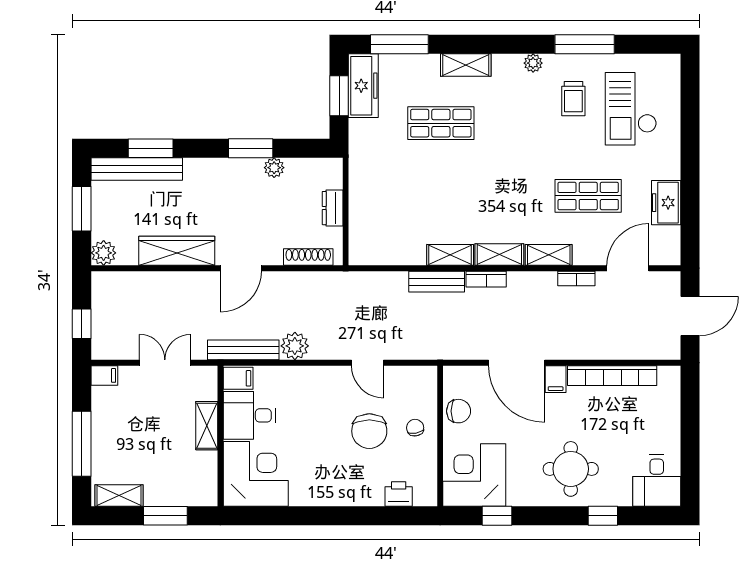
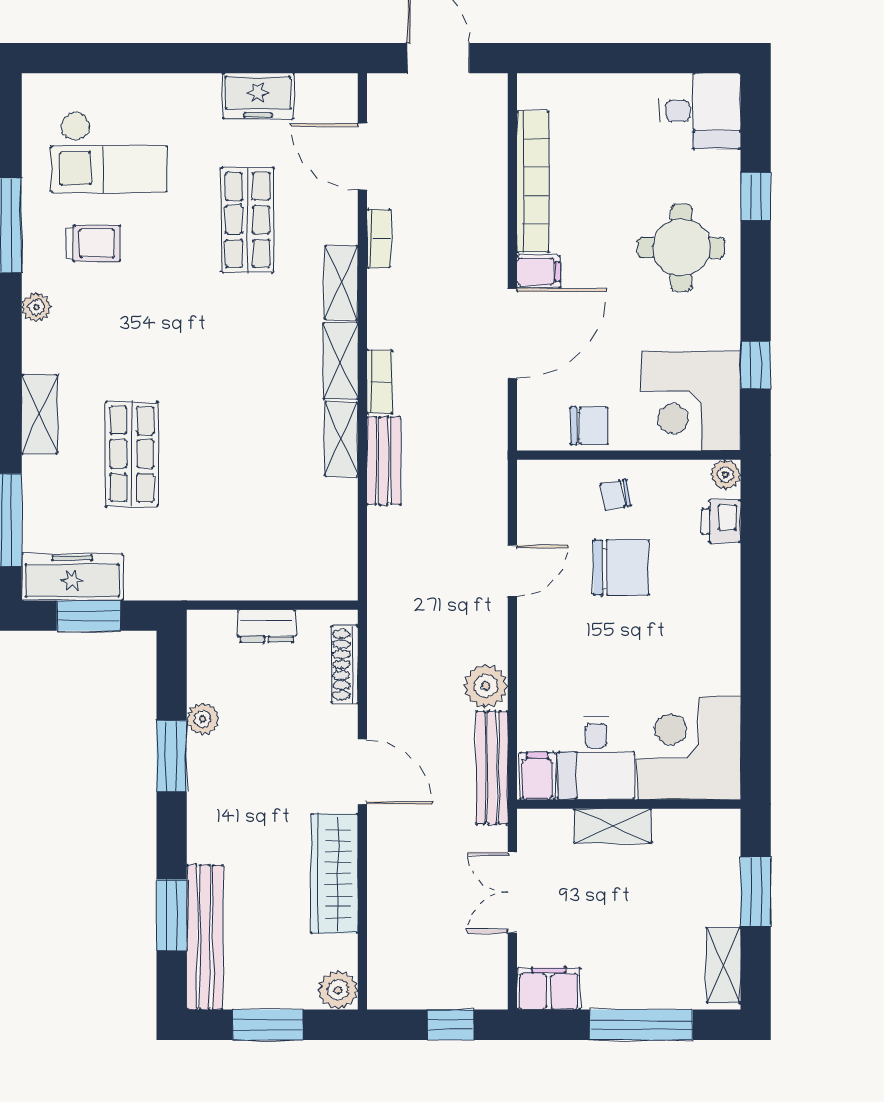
filing cabinet: (104, 375) -> (549, 989), width x2.00
chair: (459, 411) -> (589, 426), turned 90
plant: (428, 497) -> (726, 475), added

